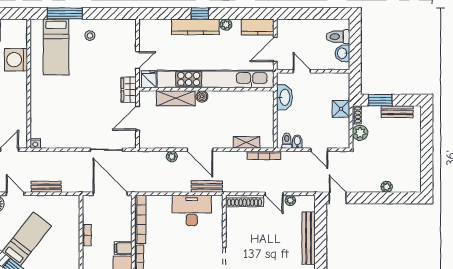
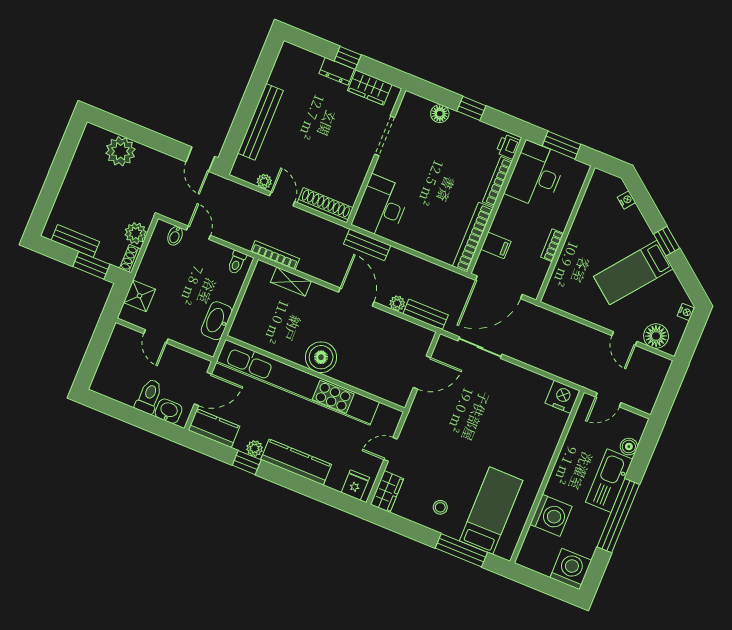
window: (200, 13) -> (247, 463), moved
toilet: (338, 37) -> (149, 396), moved, turned -90
washbasin: (342, 53) -> (169, 411), moved, turned -90
door: (302, 71) -> (156, 336), moved
fridge: (149, 79) -> (355, 485), moved, turned 180
wardrobe: (129, 90) -> (387, 491), moved
boiler: (202, 96) -> (321, 357), width x1.86, depth x1.86
shelving: (176, 98) -> (361, 378), removed
shower: (341, 109) -> (139, 296), moved
bidet: (297, 142) -> (175, 236), moved
nightstand: (35, 144) -> (563, 397), width x1.89, depth x1.79
bench: (46, 187) -> (426, 314), moved
plant: (387, 187) -> (121, 151), width x1.88, depth x1.88
door: (110, 194) -> (499, 287), hinge flipped
desk: (192, 211) -> (381, 207), moved, turned 90
filing cabinet: (123, 248) -> (496, 245), moved

